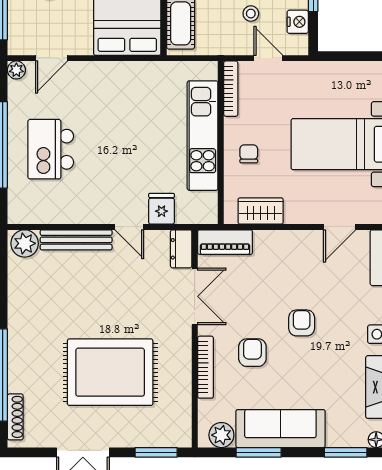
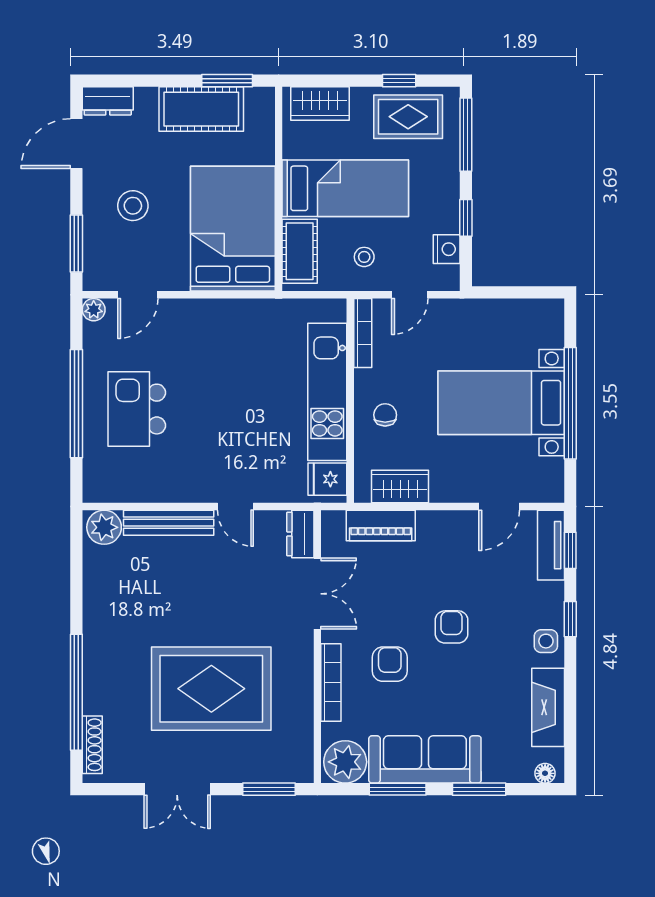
stool: (251, 14) -> (364, 257), moved
door: (268, 58) -> (410, 295), swing flipped
fridge: (162, 209) -> (327, 479), moved, turned -90
piano: (225, 242) -> (381, 525), moved
plant: (221, 435) -> (345, 762), width x1.36, depth x1.36
window: (346, 452) -> (479, 789), moved

